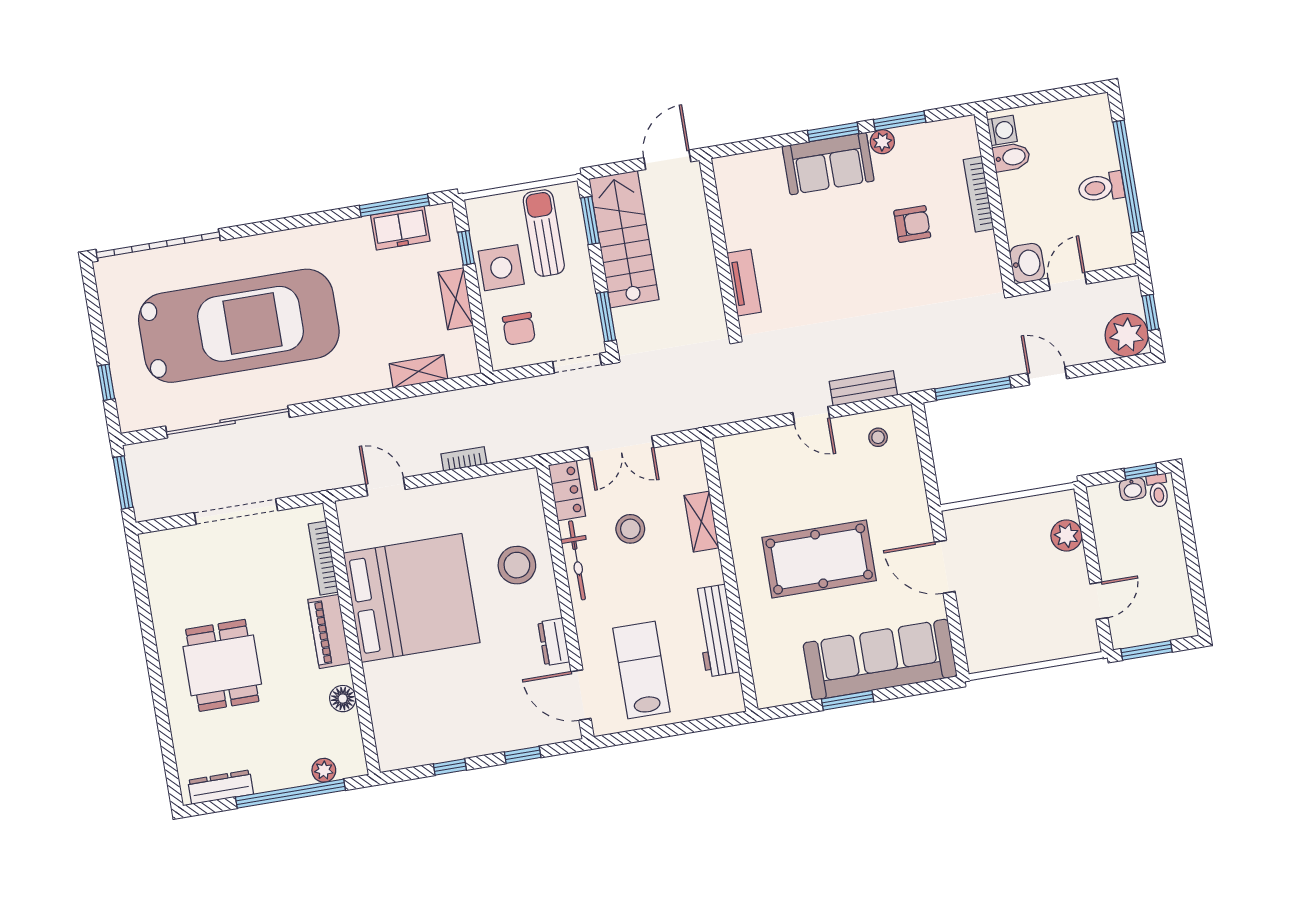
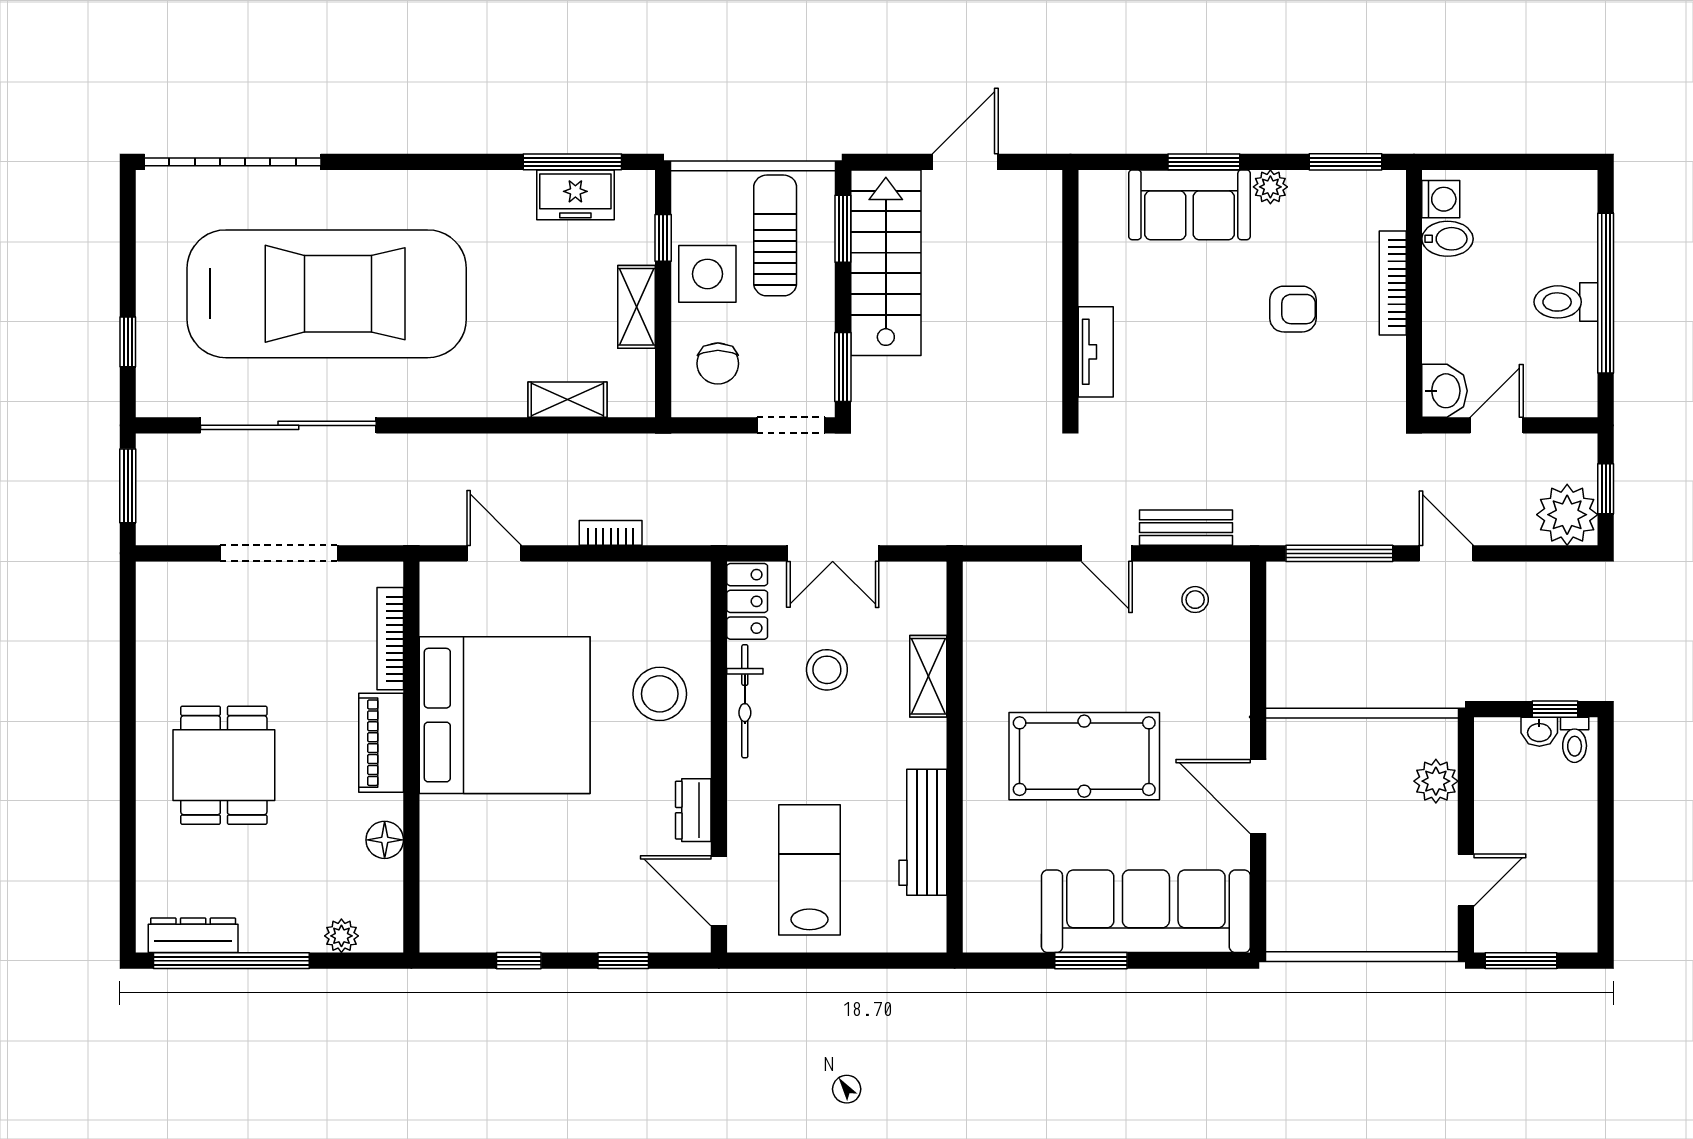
window: (900, 121) -> (1346, 162), moved
wall: (720, 245) -> (1070, 294), moved
tv unit: (744, 283) -> (1096, 352), moved
window: (290, 794) -> (231, 961), moved

